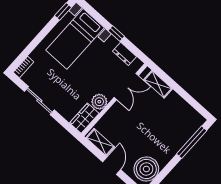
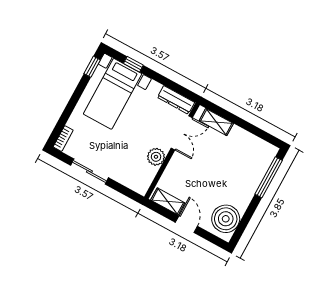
window: (116, 33) -> (133, 64), moved
dresser: (124, 54) -> (176, 100), width x1.44
wardrobe: (84, 118) -> (144, 179), removed

